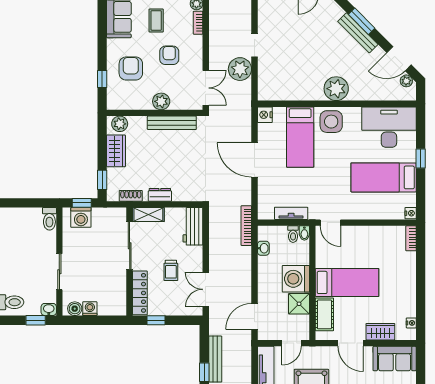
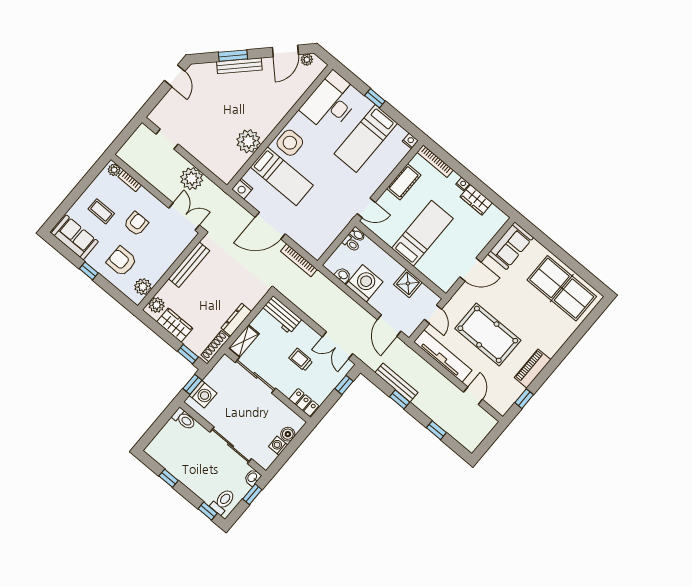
doorway: (255, 45) -> (167, 139), moved
armchair: (169, 55) -> (136, 224), turned 90
window: (102, 79) -> (89, 271), moved
plant: (336, 89) -> (248, 141), moved
plant: (161, 101) -> (143, 287), moved
dresser: (160, 195) -> (236, 320), width x1.44
shoe rack: (131, 196) -> (215, 346), width x1.43
tv unit: (291, 213) -> (334, 232), removed
bookcase: (246, 226) -> (299, 260), moved
bookcase: (411, 238) -> (435, 161), width x1.56
trolley: (171, 270) -> (301, 360), turned 180
sliding door: (59, 272) -> (231, 445), width x1.37
washing machine: (296, 279) -> (364, 283), moved, turned 180
locker: (140, 293) -> (304, 402), width x0.66
boiler: (75, 309) -> (288, 434), moved
cot: (324, 314) -> (404, 182), moved, turned 90
window: (156, 320) -> (344, 385), moved
nightstand: (411, 323) -> (463, 184), moved
wardrobe: (380, 332) -> (476, 200), moved, turned -90

